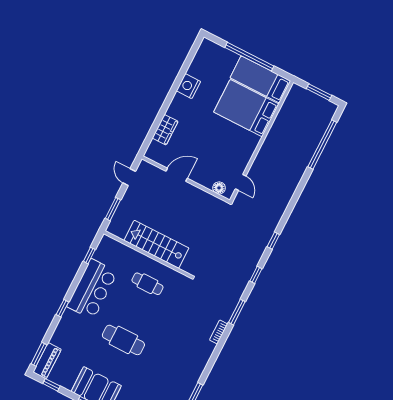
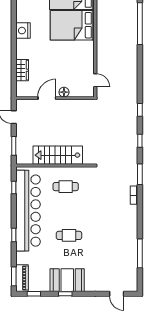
floor lamp: (219, 188) -> (64, 92), moved
bar counter: (92, 289) -> (28, 211), width x1.86
cafe table: (123, 340) -> (69, 235), width x0.73, depth x0.74

